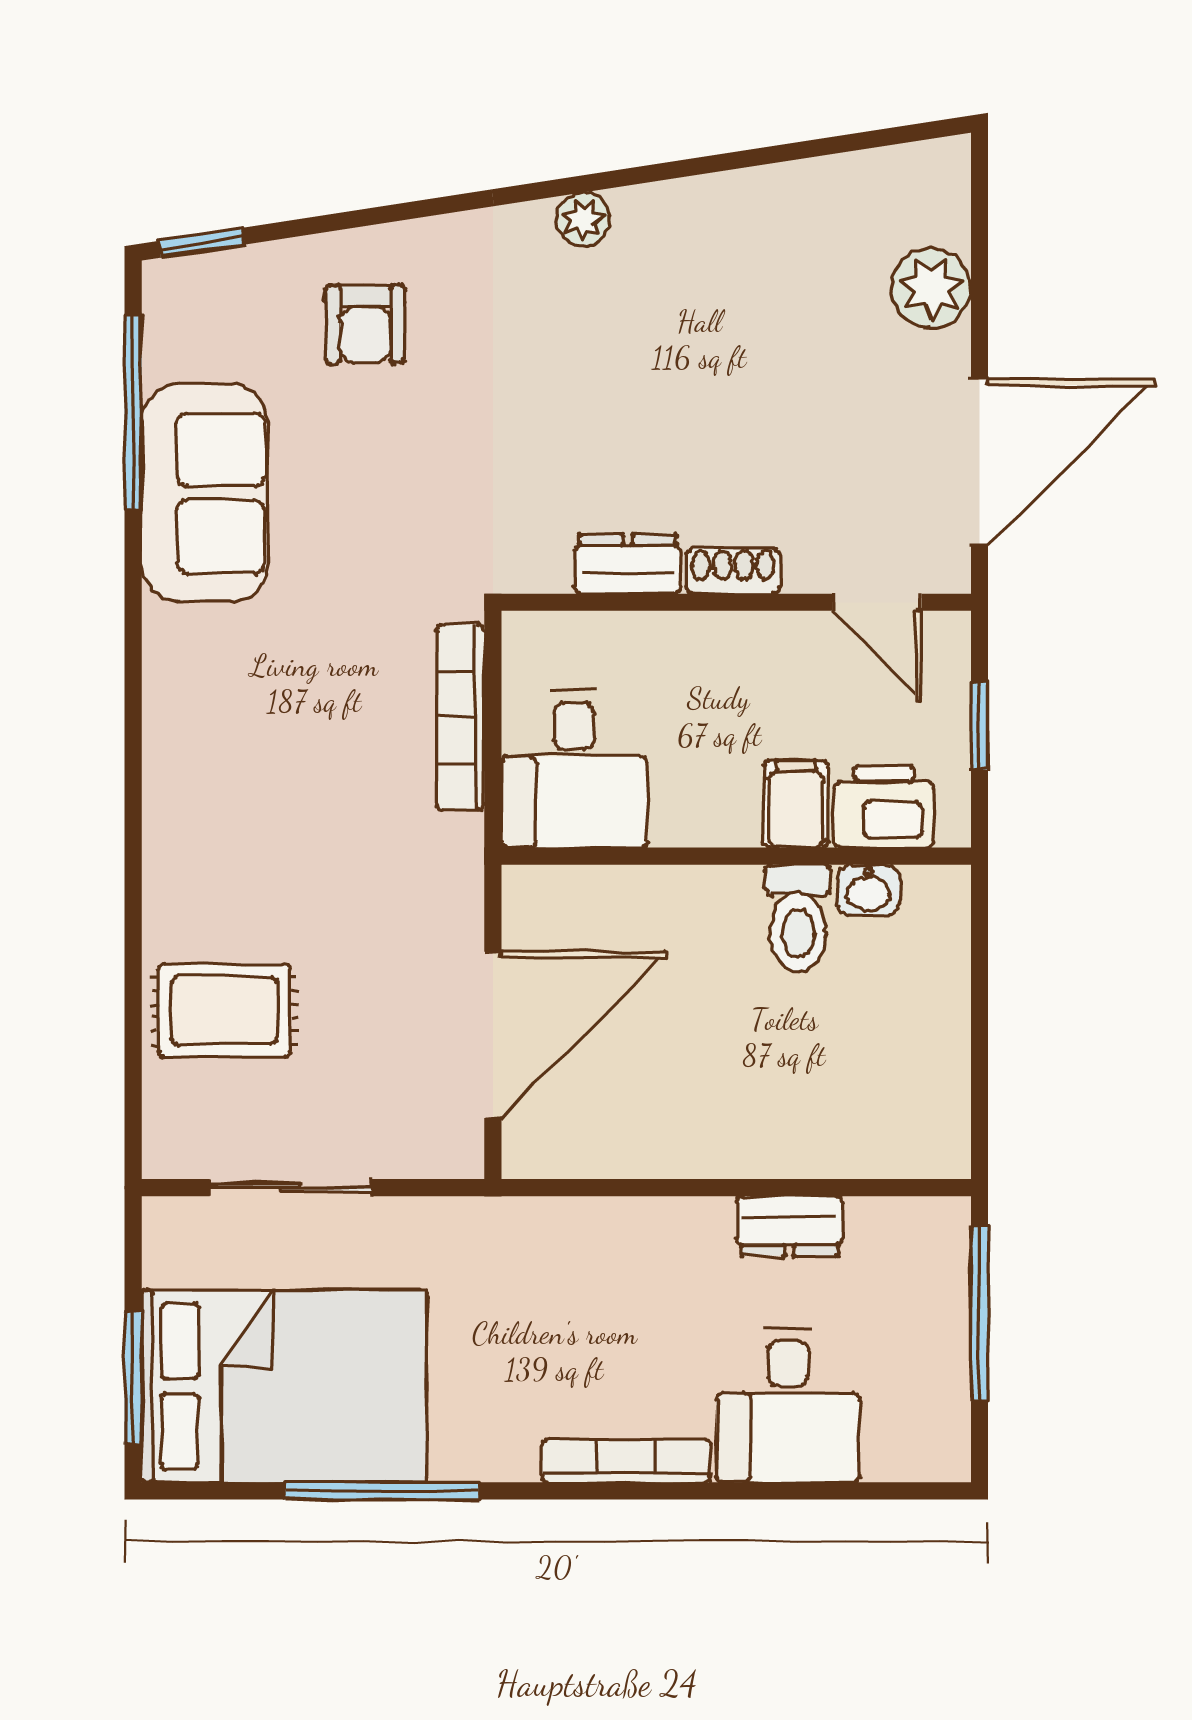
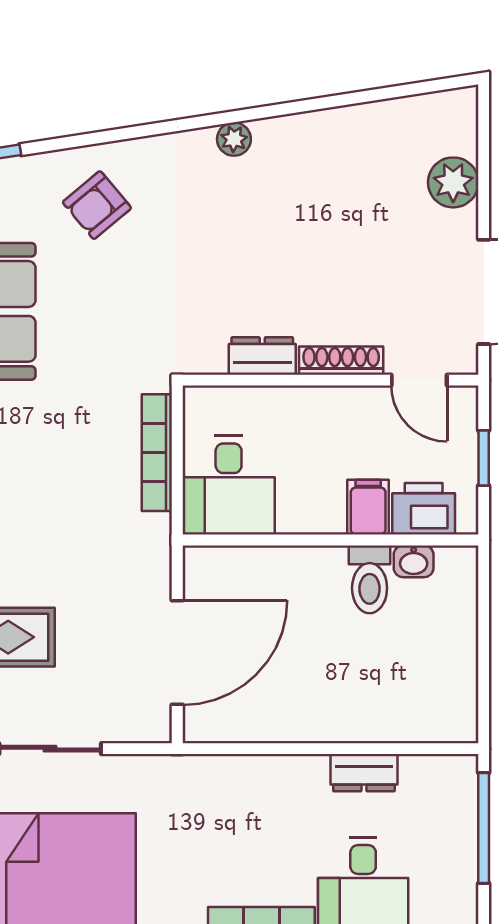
armchair: (365, 324) -> (97, 205), turned 50
shoe rack: (733, 571) -> (341, 361), width x1.43

